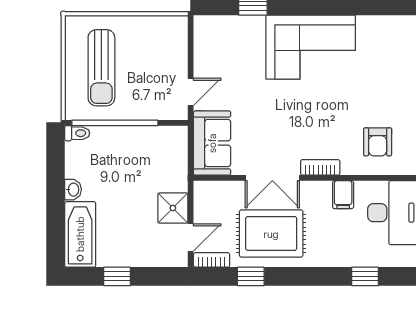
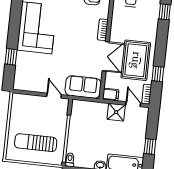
sun lounger: (101, 68) -> (36, 143), turned 180
filing cabinet: (343, 195) -> (111, 94), moved

